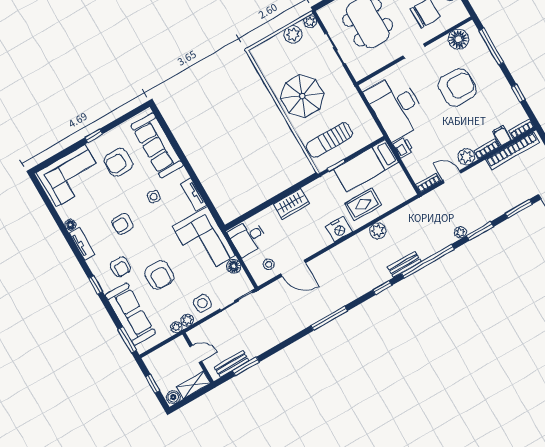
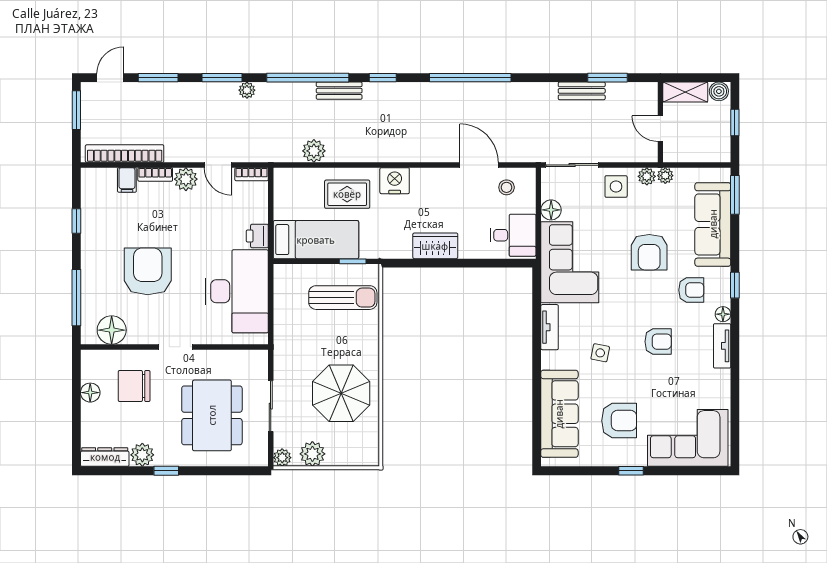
armchair: (457, 87) -> (148, 271), turned 90
parasol: (302, 96) -> (341, 393), moved
bookcase: (522, 129) -> (98, 174), removed
floor lamp: (70, 225) -> (723, 314), moved
plant: (378, 231) -> (314, 151), moved
armchair: (120, 267) -> (691, 290), turned 90
armchair: (159, 275) -> (649, 252), turned 180
window: (329, 318) -> (470, 78), width x1.46
bench: (232, 364) -> (582, 91), moved

